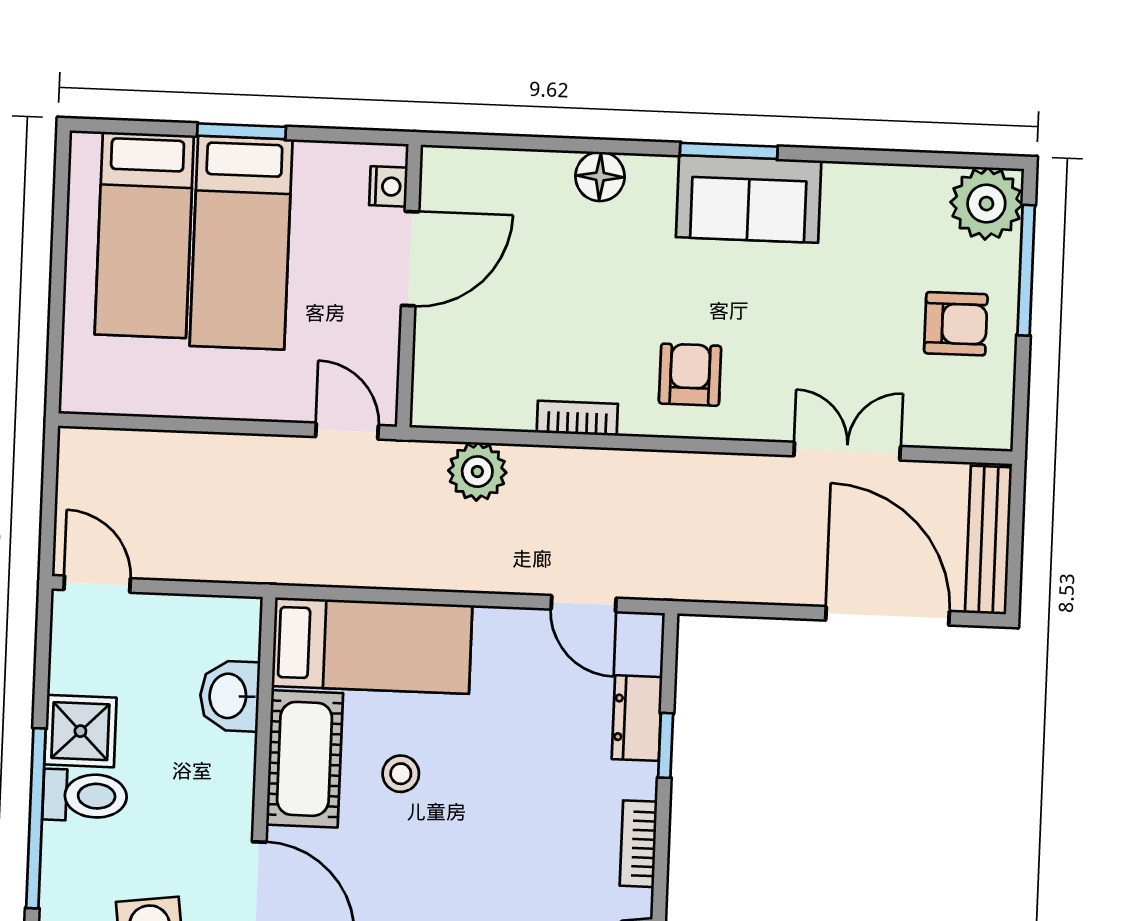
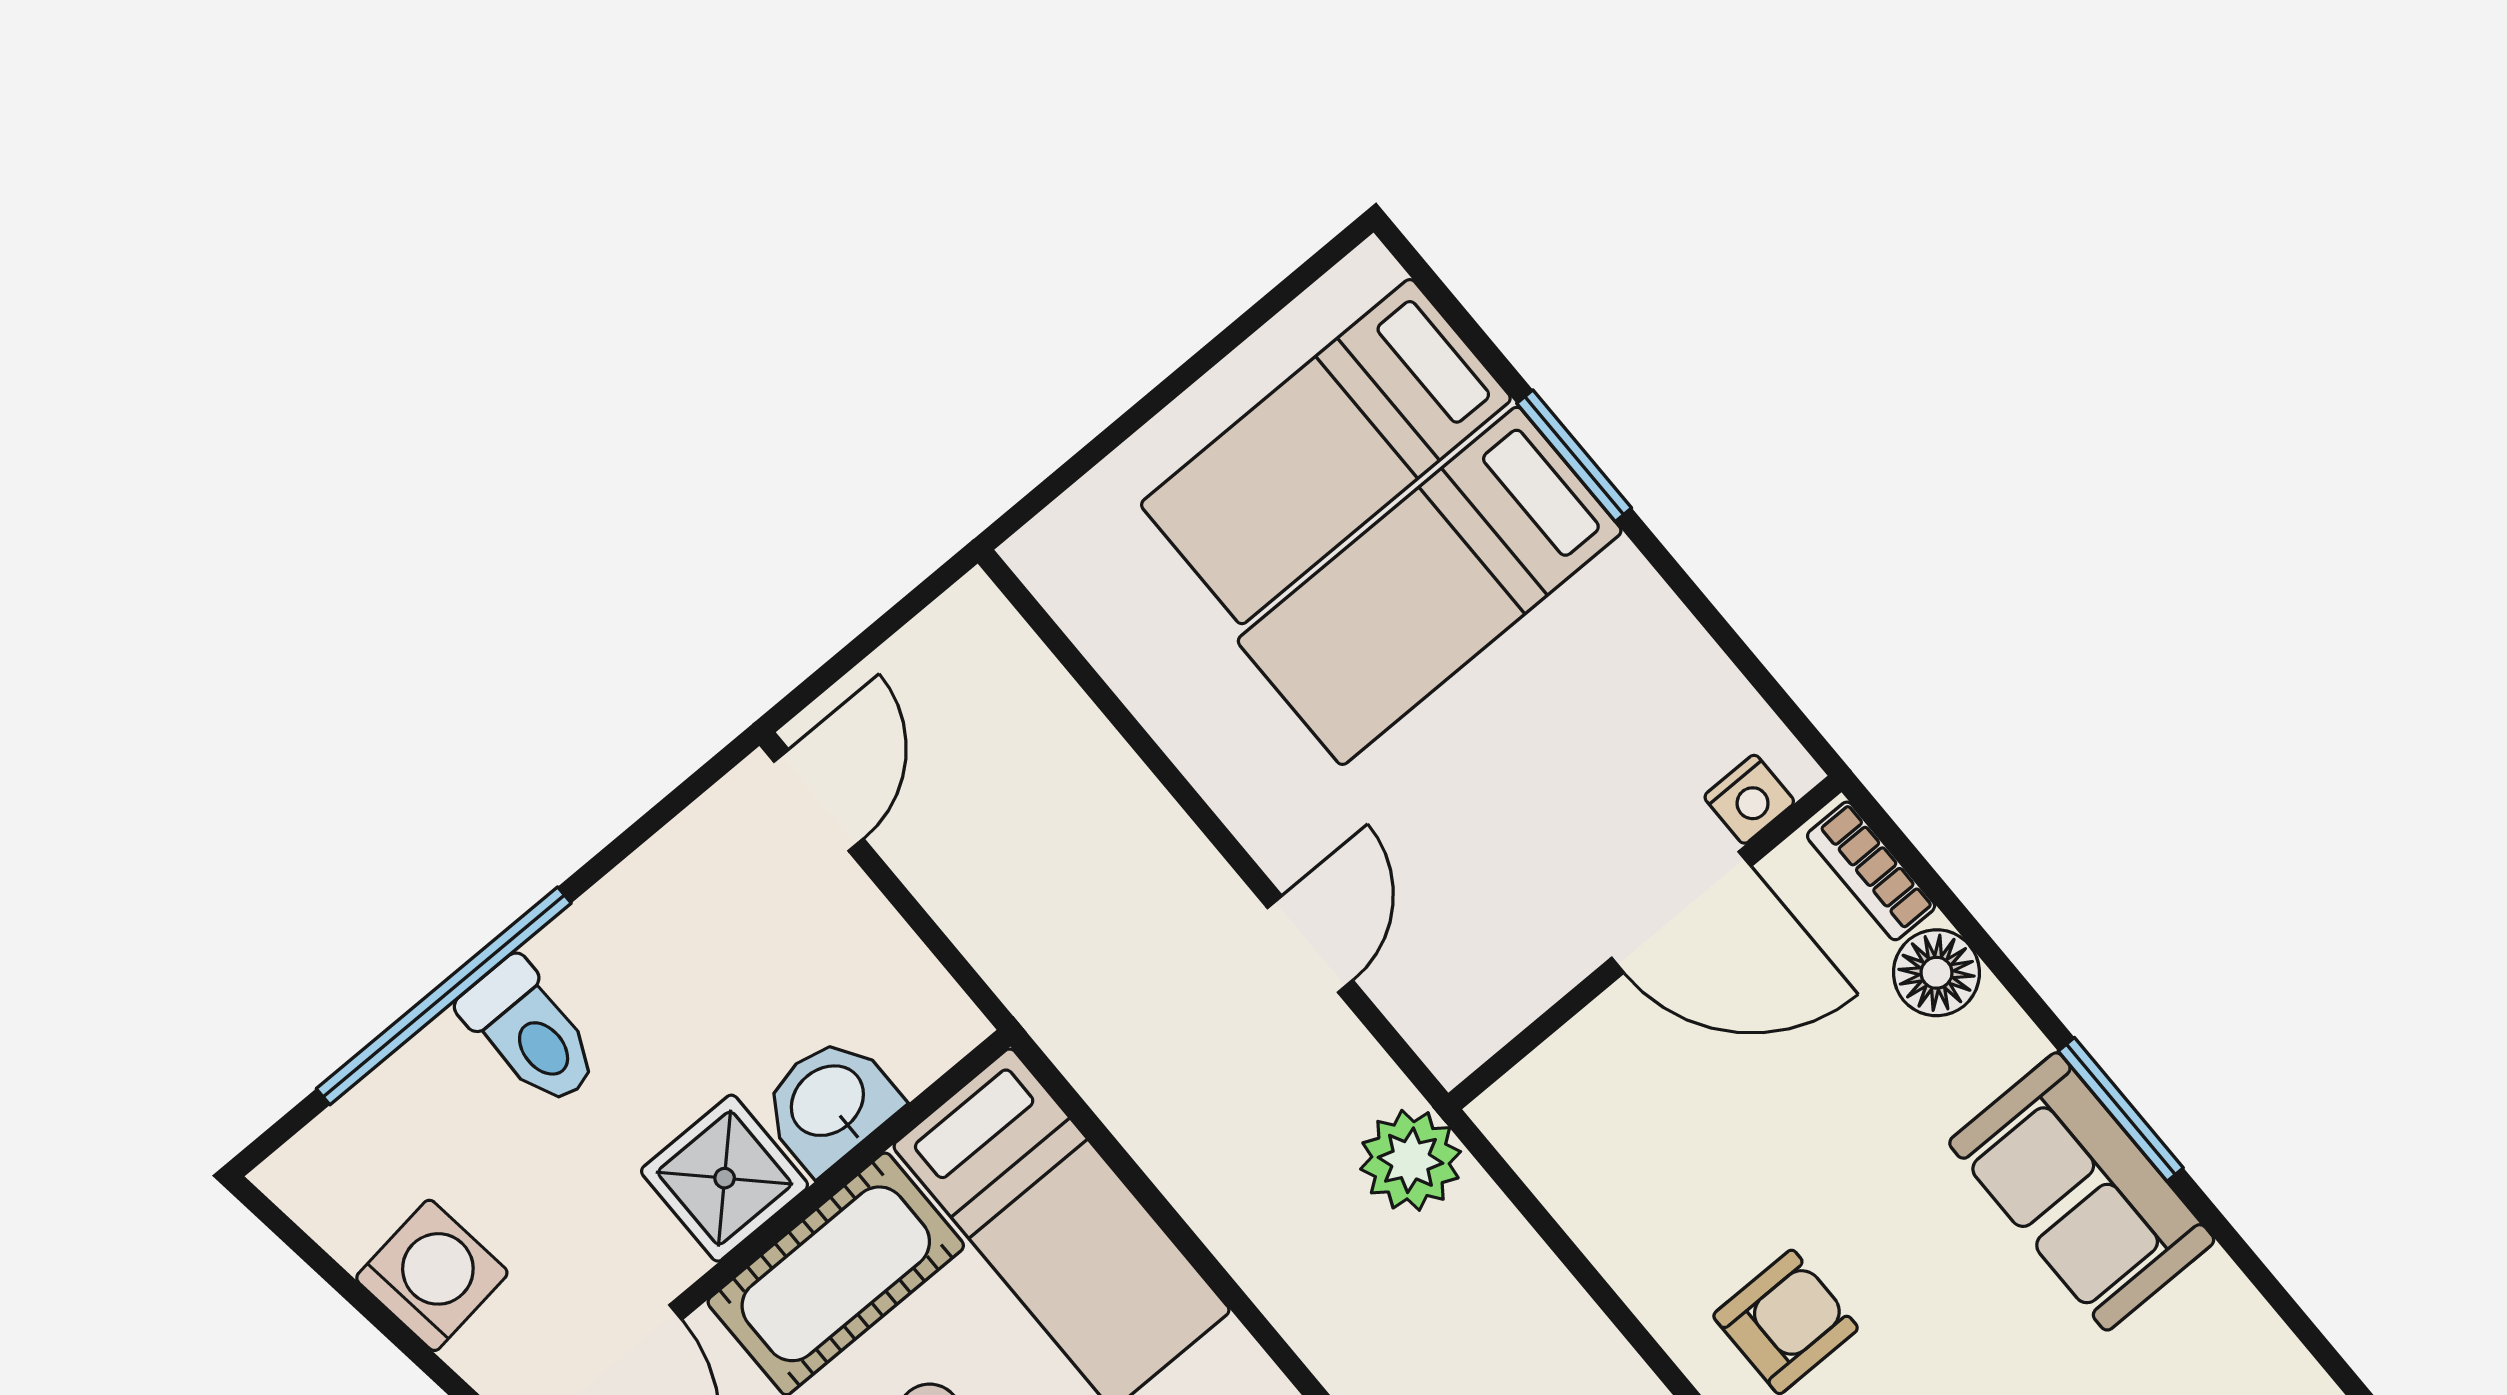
nightstand: (388, 186) -> (1749, 799), moved
door: (410, 259) -> (1681, 912), moved
wall: (409, 286) -> (1645, 942), moved
bookcase: (577, 418) -> (1871, 871), moved, turned 180
shower: (80, 731) -> (725, 1178), moved

